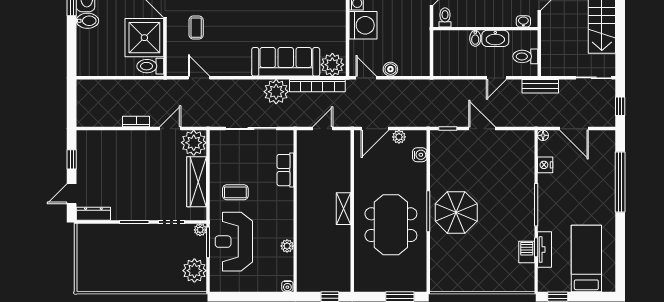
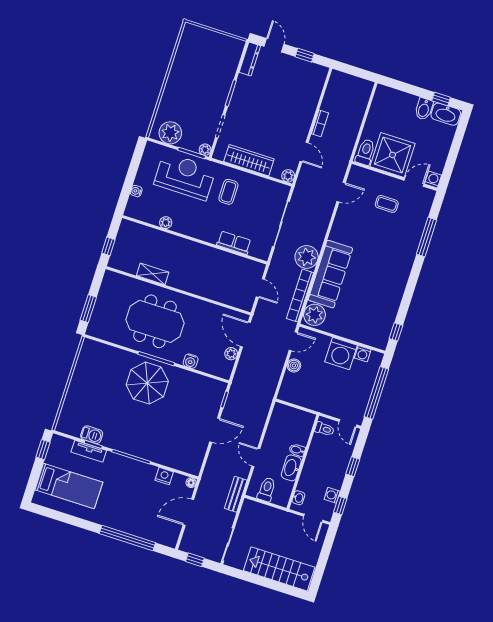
plant: (194, 143) -> (288, 176), width x0.53, depth x0.53
water cooler: (420, 155) -> (191, 361), moved
shelving: (343, 209) -> (153, 274), moved
water cooler: (287, 286) -> (136, 191), moved

